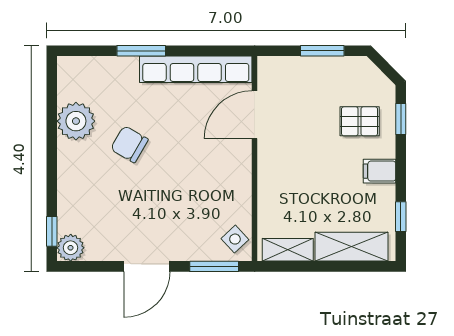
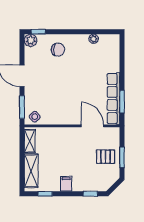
window: (141, 51) -> (122, 101), moved
plant: (76, 121) -> (94, 39), width x0.53, depth x0.53
pallet: (360, 121) -> (105, 157), moved, turned 90
chair: (129, 144) -> (58, 50), moved, turned 60

